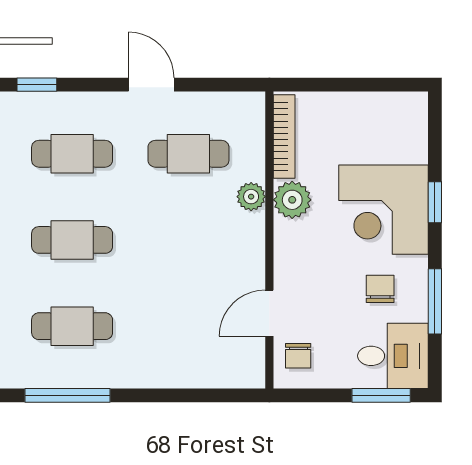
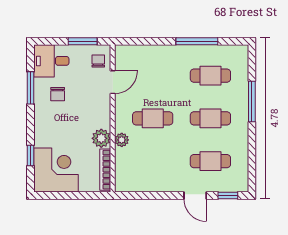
door: (151, 85) -> (195, 195), moved
cafe table: (188, 154) -> (153, 118), moved
window: (435, 202) -> (31, 156), moved
corner desk: (383, 210) -> (56, 170), moved
window: (68, 395) -> (197, 41), moved
window: (381, 395) -> (83, 41), moved

